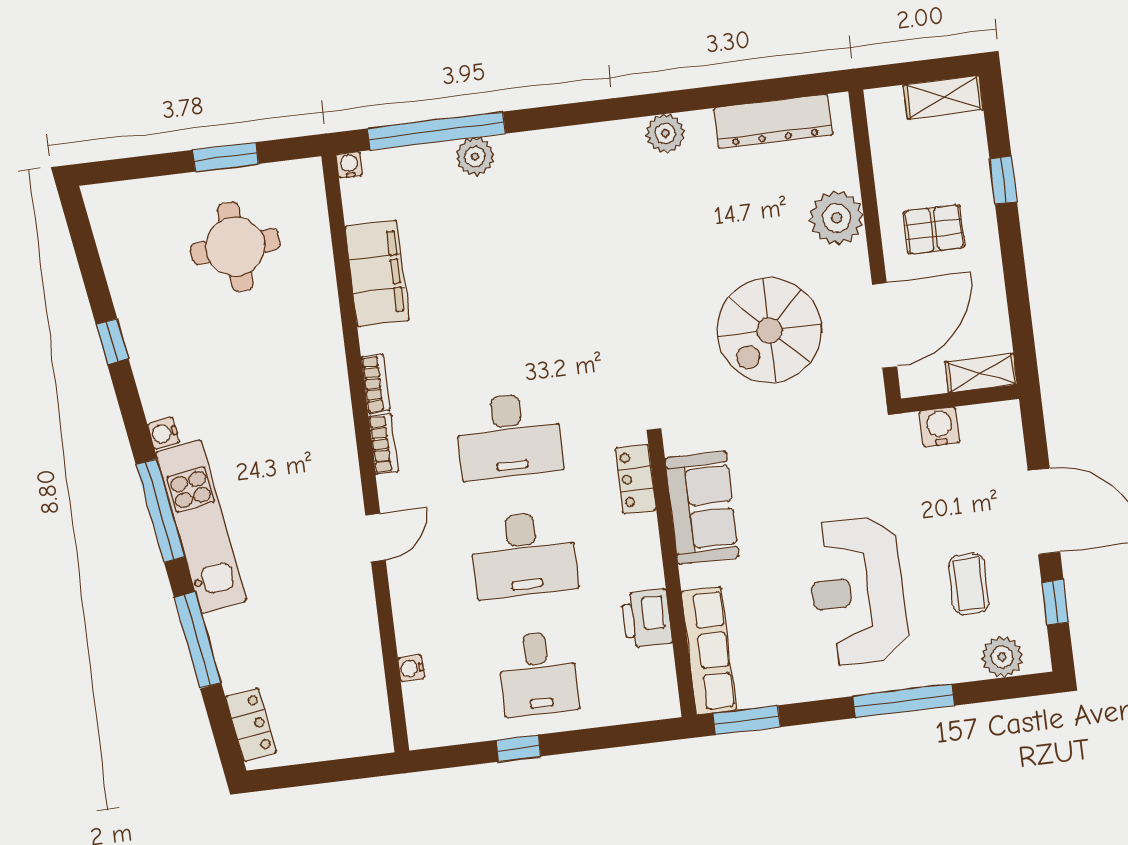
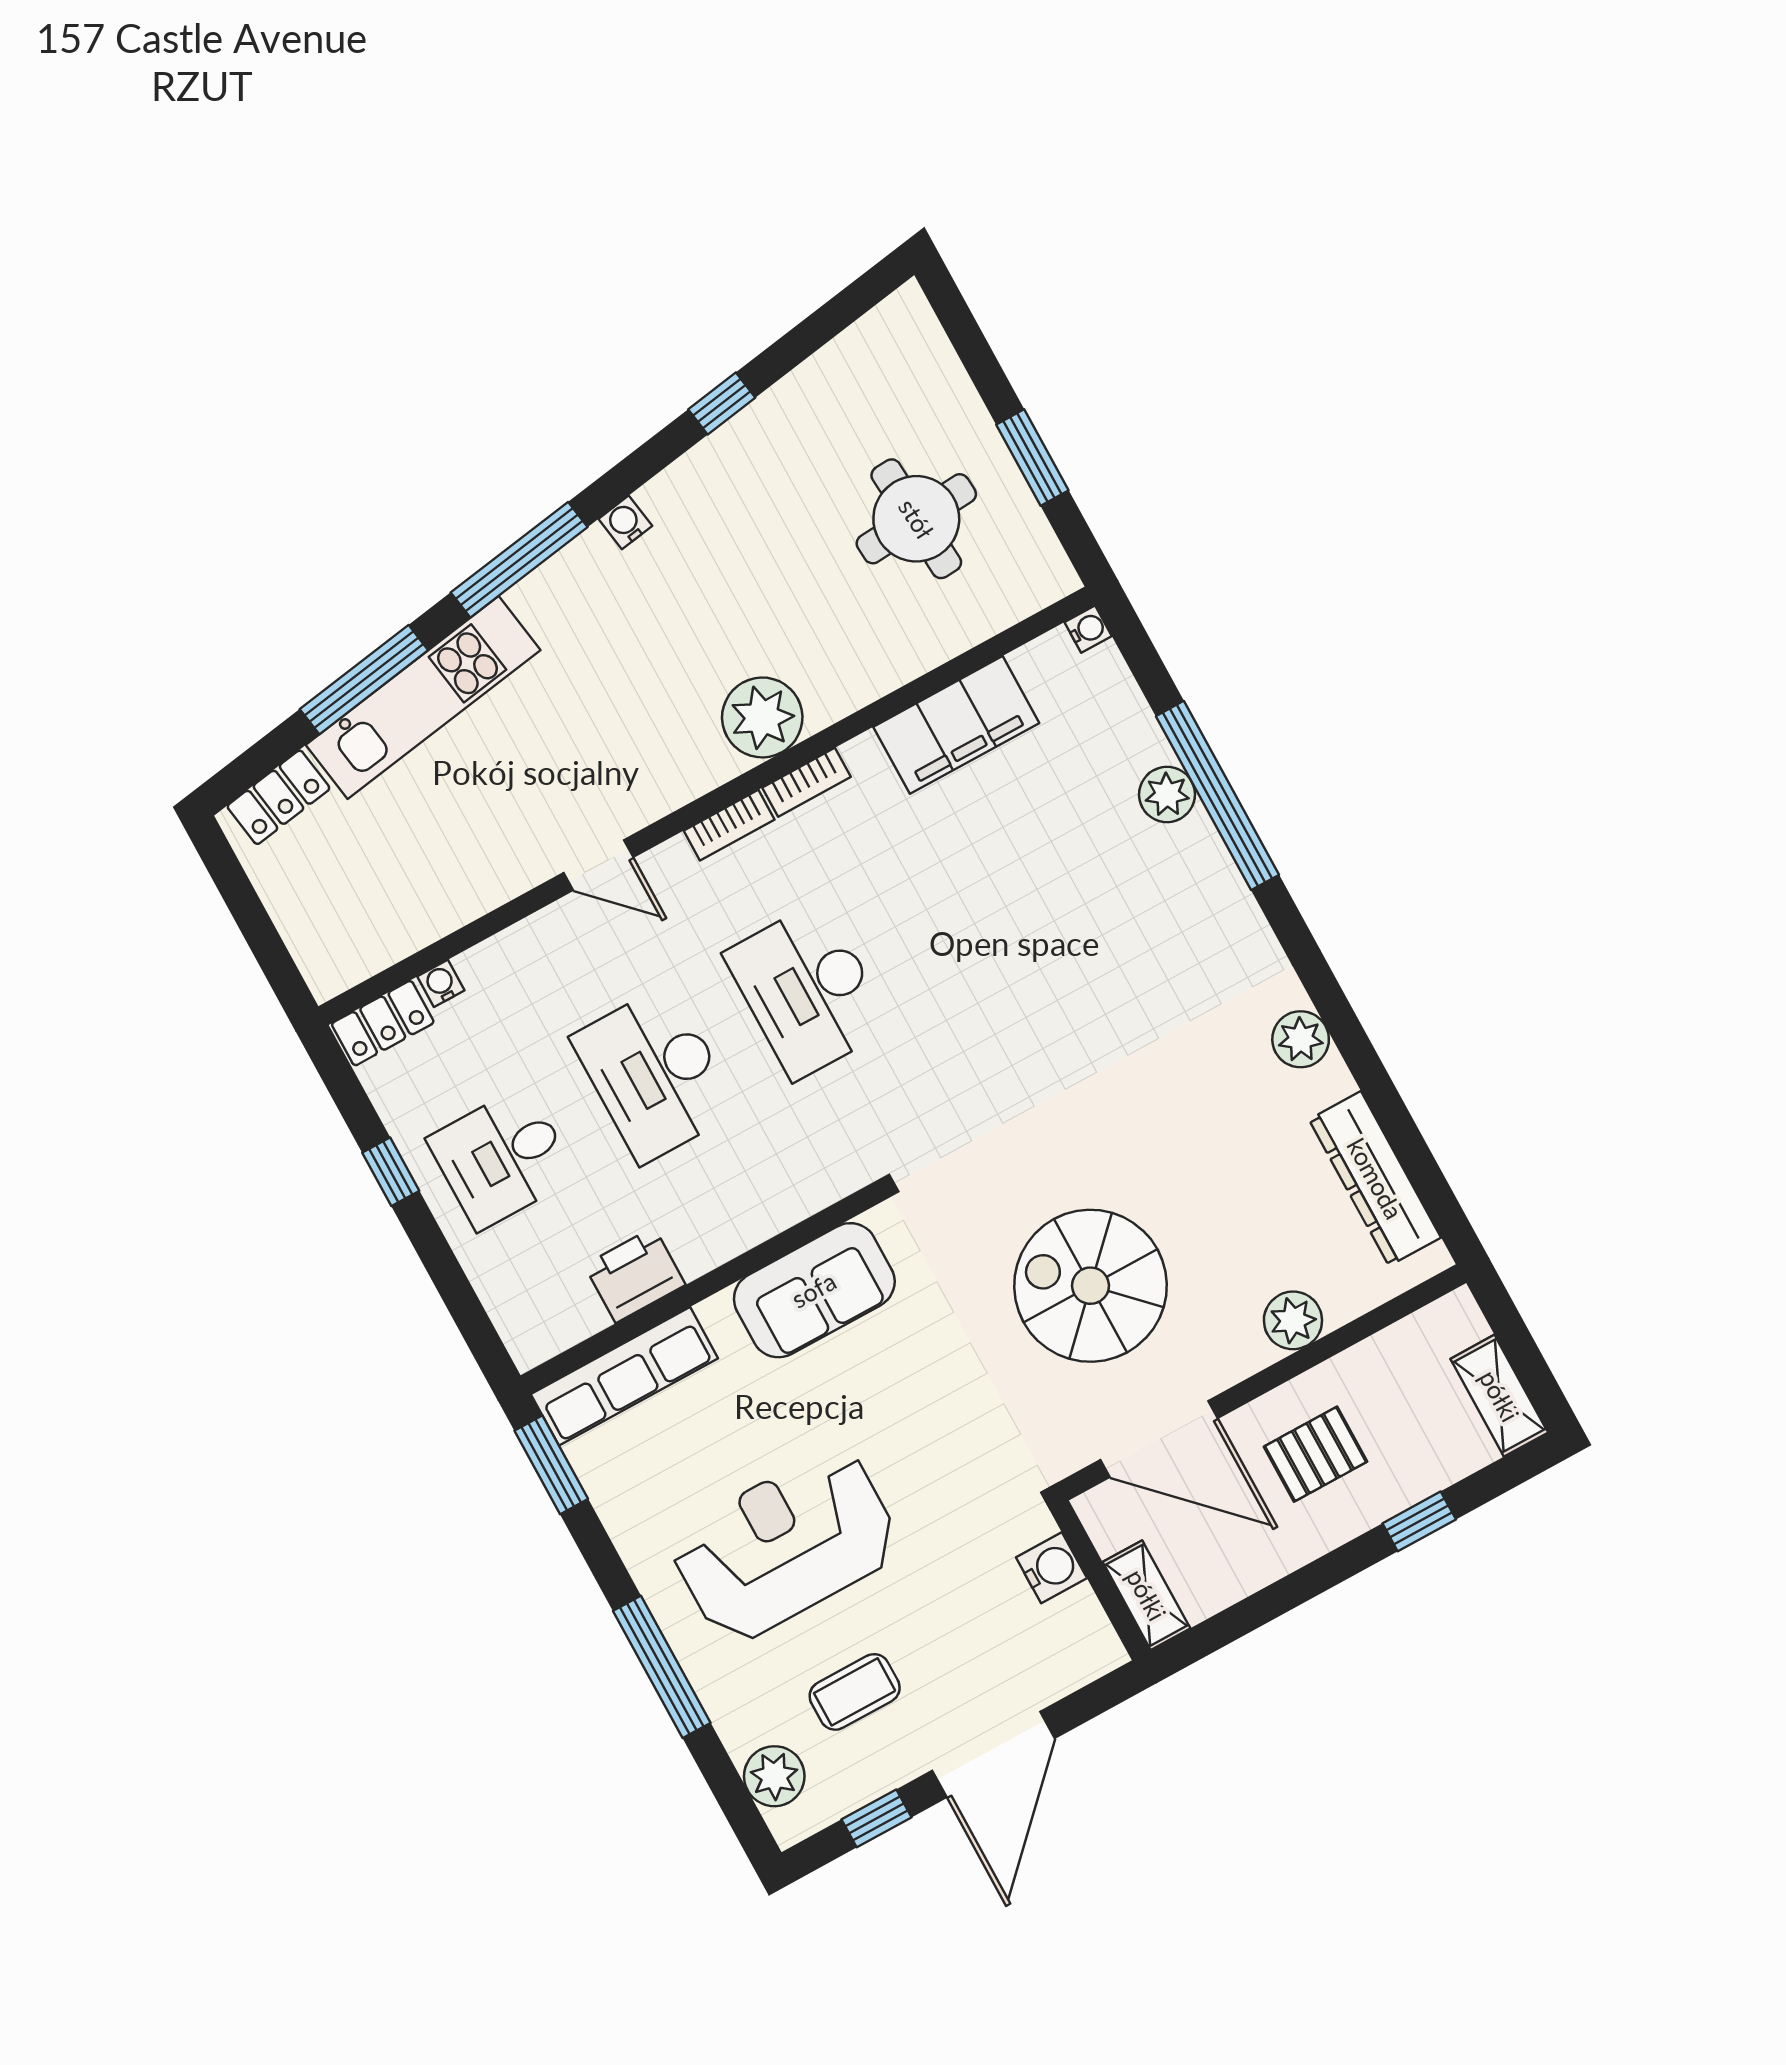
window: (437, 131) -> (1218, 796), moved
plant: (837, 218) -> (1293, 1320), width x0.73, depth x0.73
pallet: (934, 229) -> (1316, 1454), turned 90
plant: (323, 395) -> (762, 717), added
locker: (636, 479) -> (383, 1023), moved, turned 180
kitchen unit: (201, 527) -> (423, 698), moved

